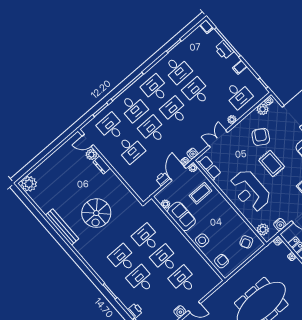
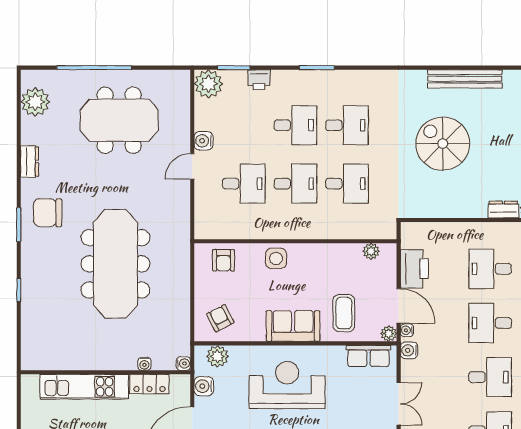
desk: (153, 130) -> (490, 323), turned 180
printer: (163, 179) -> (414, 269), width x1.87, depth x1.48
sofa: (181, 216) -> (293, 326), moved, turned 180

